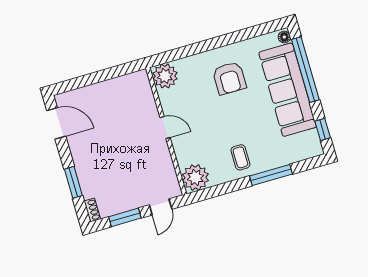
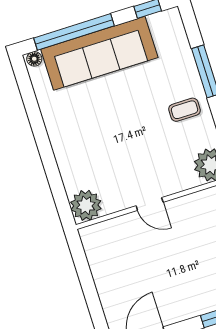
armchair: (229, 78) -> (87, 126), removed
door: (165, 127) -> (150, 204), swing flipped

